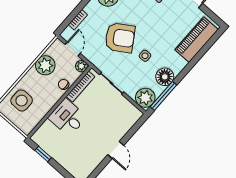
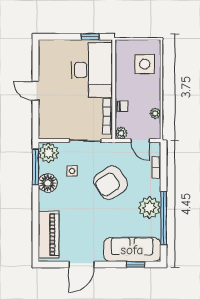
side table: (145, 56) -> (72, 171), moved
plant: (45, 65) -> (155, 113), width x0.53, depth x0.53
desk: (67, 117) -> (92, 70), width x1.87, depth x1.30

